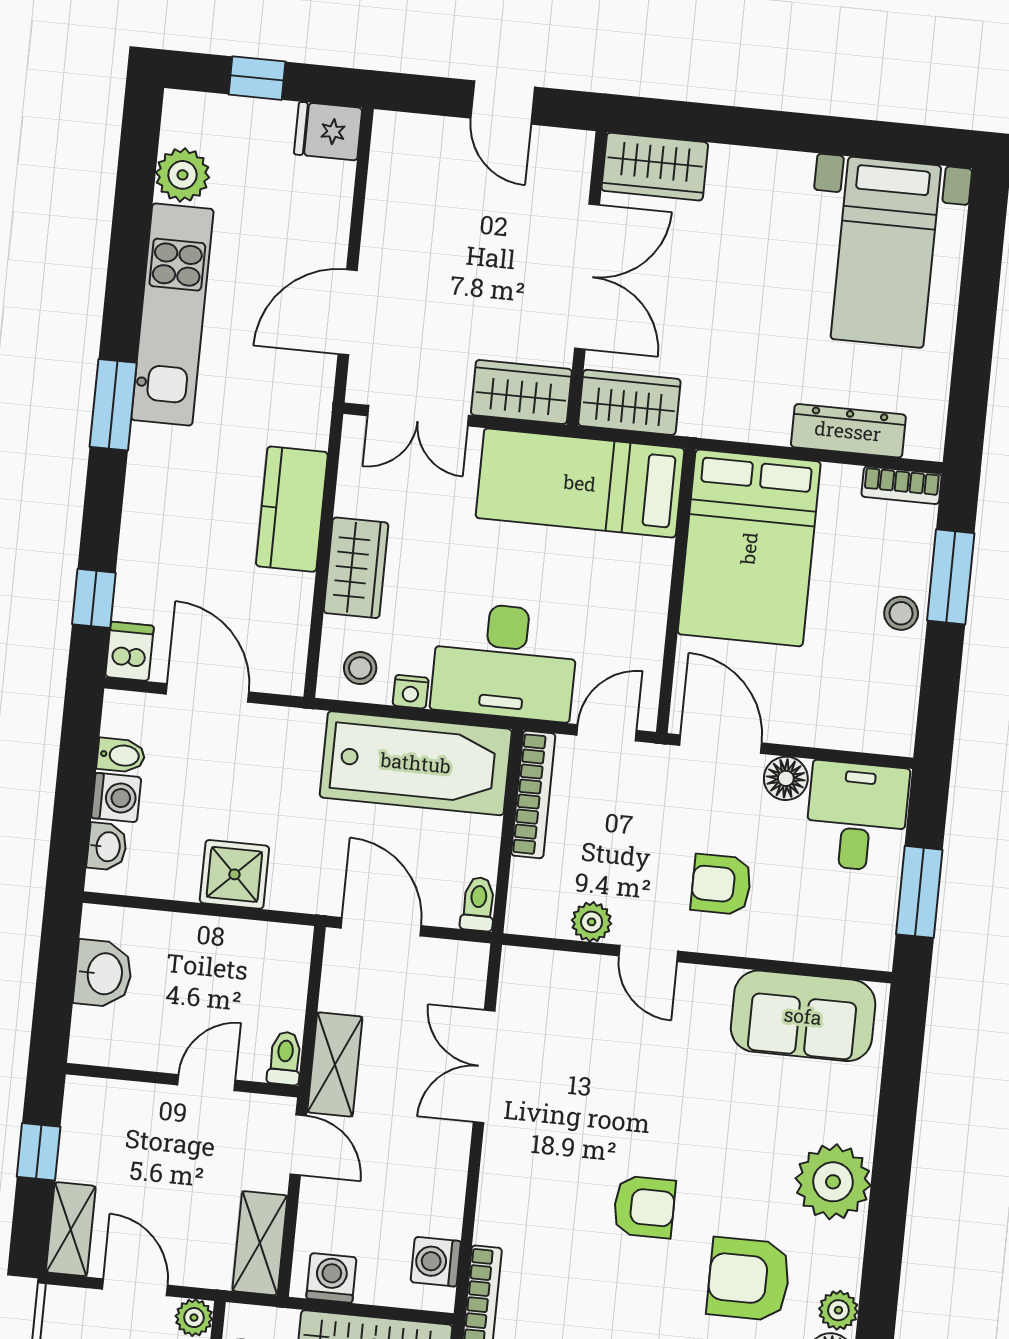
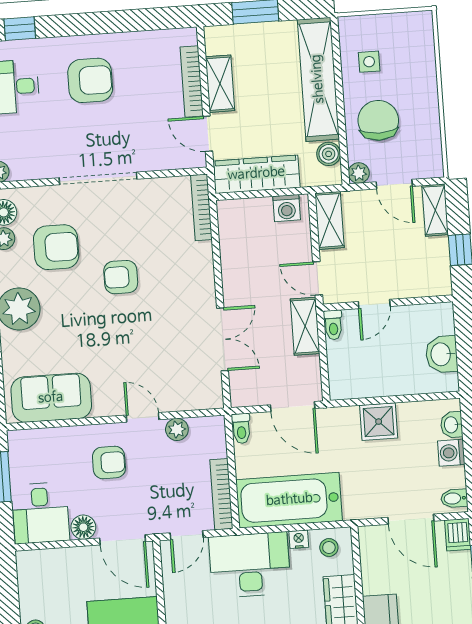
bidet: (121, 755) -> (454, 498), moved
washing machine: (436, 1262) -> (231, 227), removed

